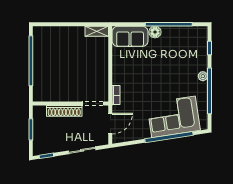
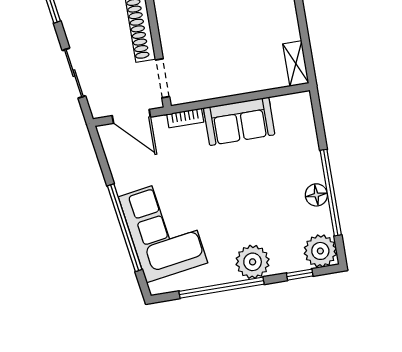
floor lamp: (155, 32) -> (316, 195), moved
plant: (199, 35) -> (320, 251), added
sofa: (130, 36) -> (239, 121), moved, turned -90
plant: (203, 76) -> (253, 262), width x1.87, depth x1.87

